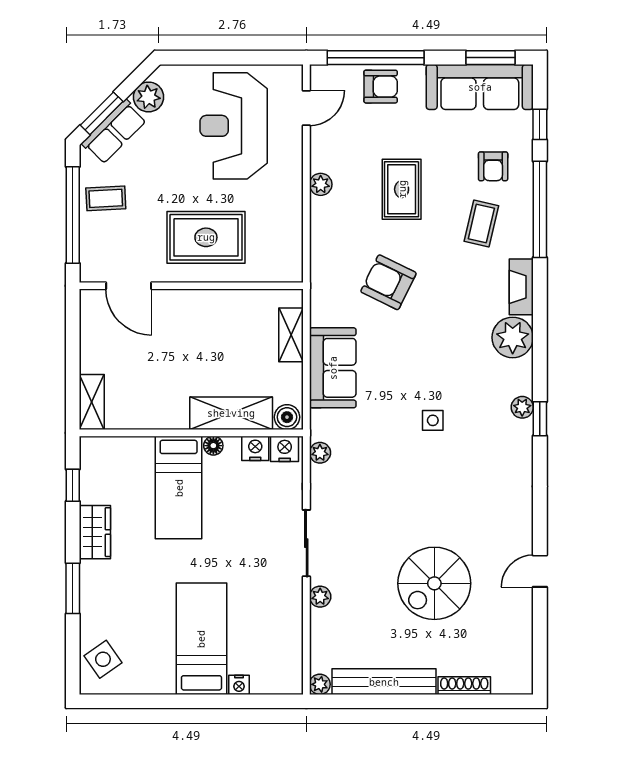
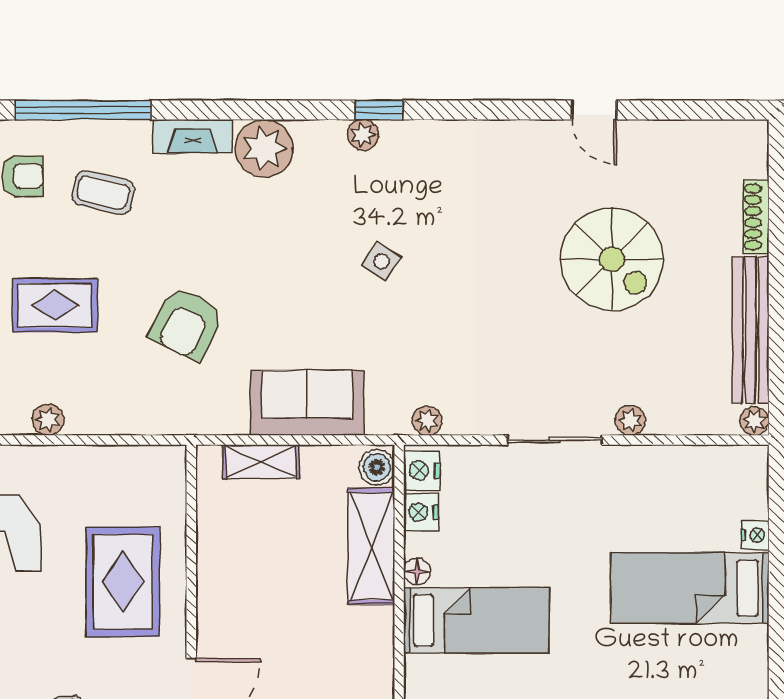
side table: (433, 420) -> (381, 261), turned 35

